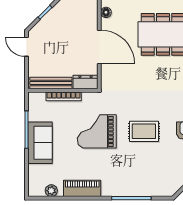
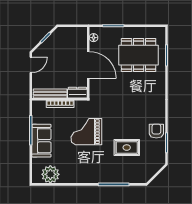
door: (26, 47) -> (31, 65), swing flipped
rug: (144, 131) -> (127, 148), moved
piano: (82, 188) -> (75, 177), removed
plant: (51, 191) -> (50, 174), width x1.87, depth x1.87

